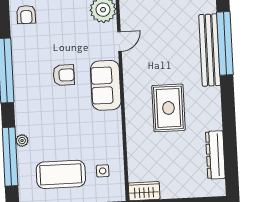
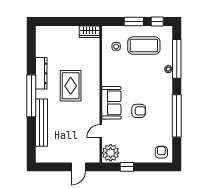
window: (225, 43) -> (31, 96), moved
armchair: (64, 75) -> (139, 111), turned 180
dresser: (215, 155) -> (41, 73), moved

